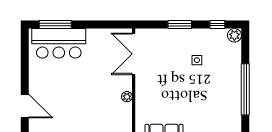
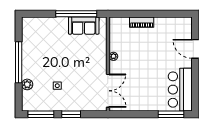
window: (217, 25) -> (41, 114), width x2.17
plant: (234, 35) -> (27, 84), moved
bar counter: (59, 43) -> (180, 90), moved, turned -90

